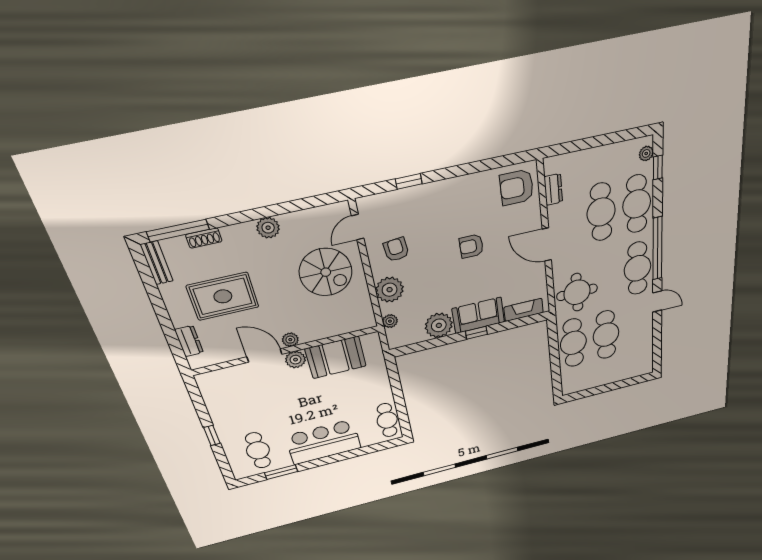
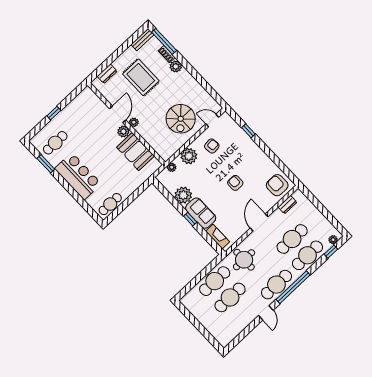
plant: (268, 228) -> (176, 66), moved

